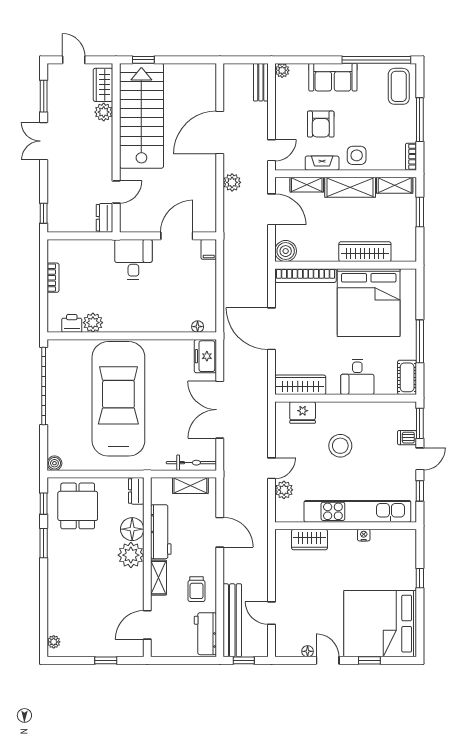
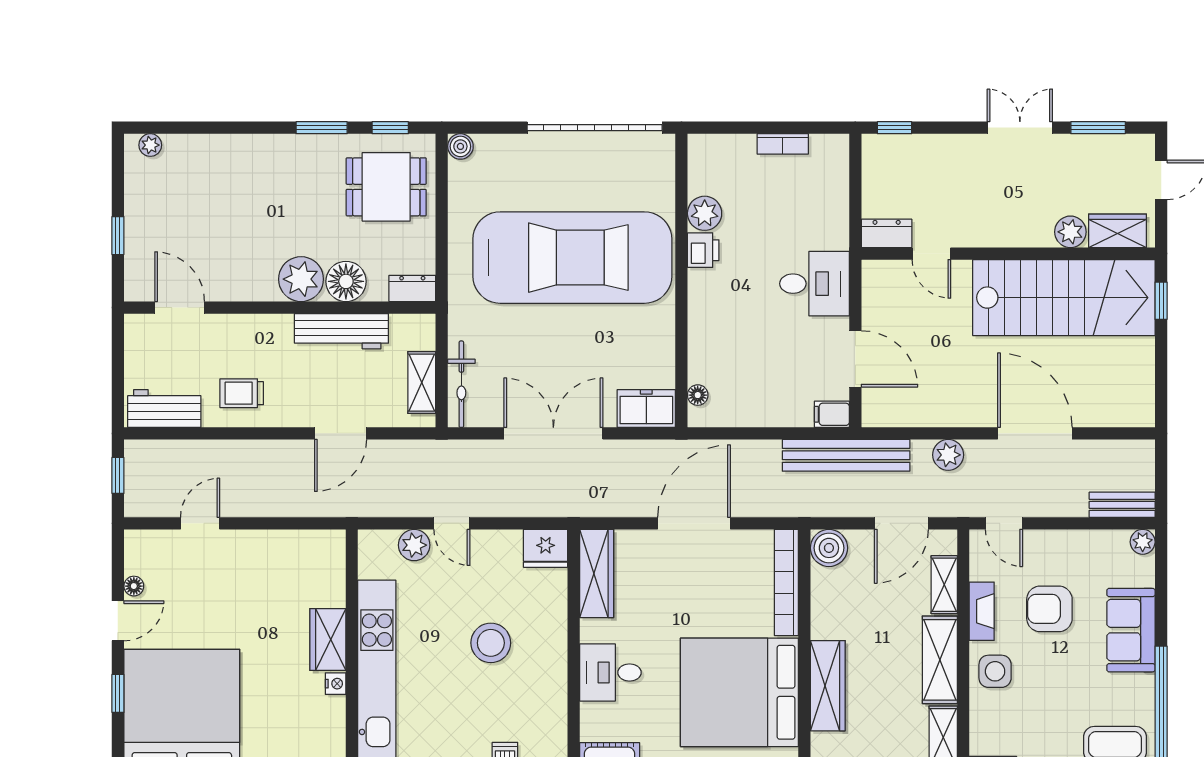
printer: (72, 323) -> (703, 250), moved
fridge: (303, 412) -> (546, 548), moved, turned -90
wardrobe: (309, 540) -> (328, 639), moved
shelving: (159, 578) -> (262, 327), removed
bench: (232, 620) -> (846, 455), moved

